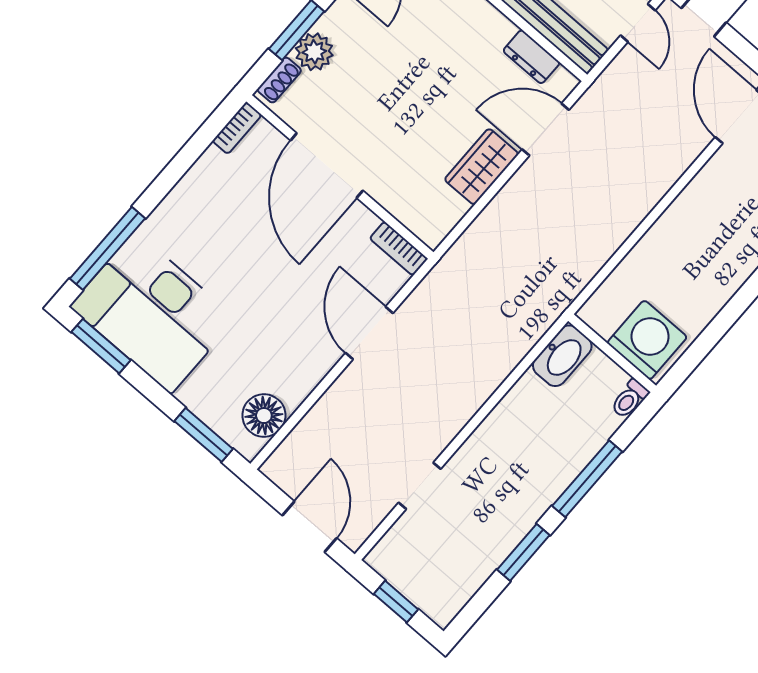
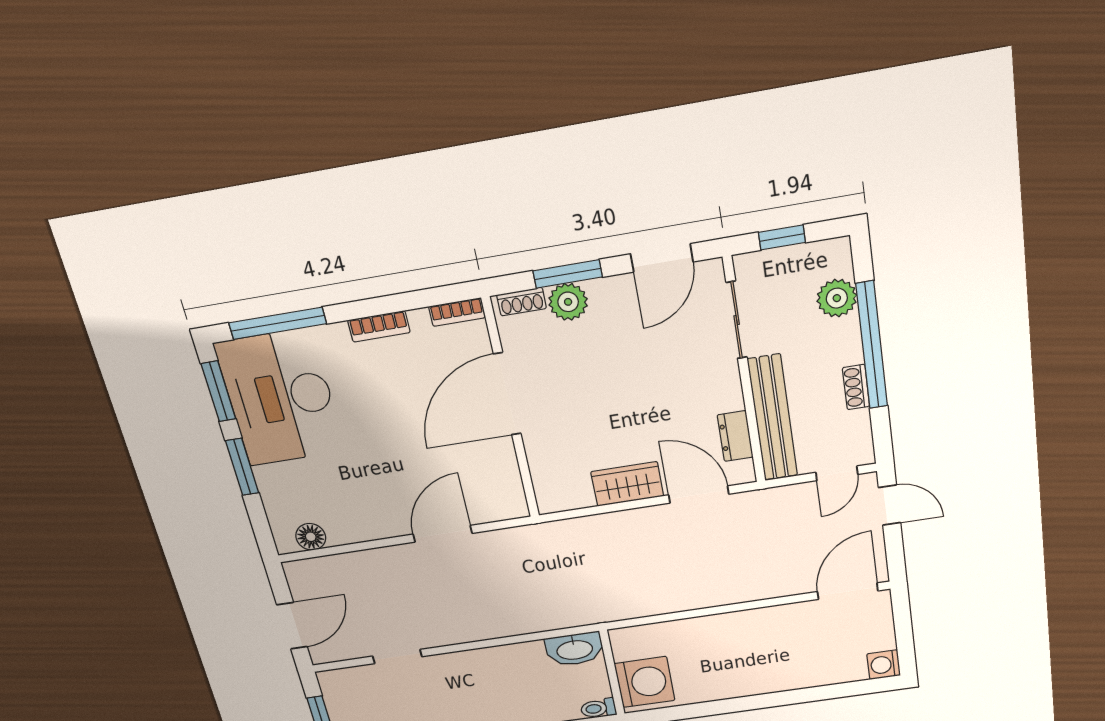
bookcase: (399, 249) -> (379, 326), moved, turned -90
floor lamp: (264, 416) -> (311, 537), width x0.73, depth x0.73
window: (204, 435) -> (242, 467), moved

